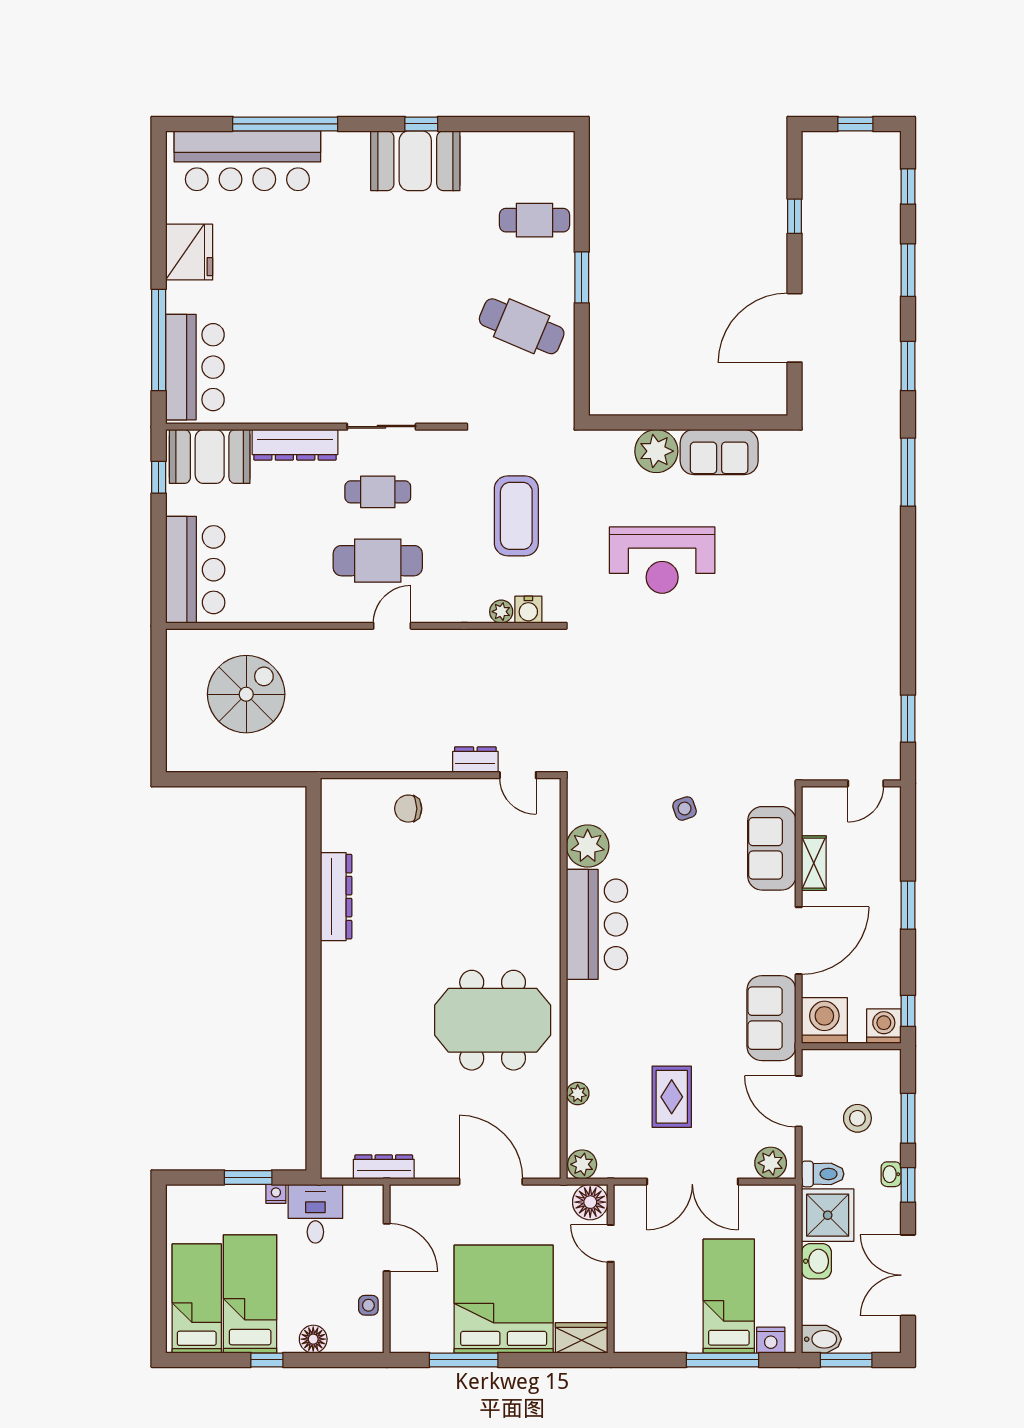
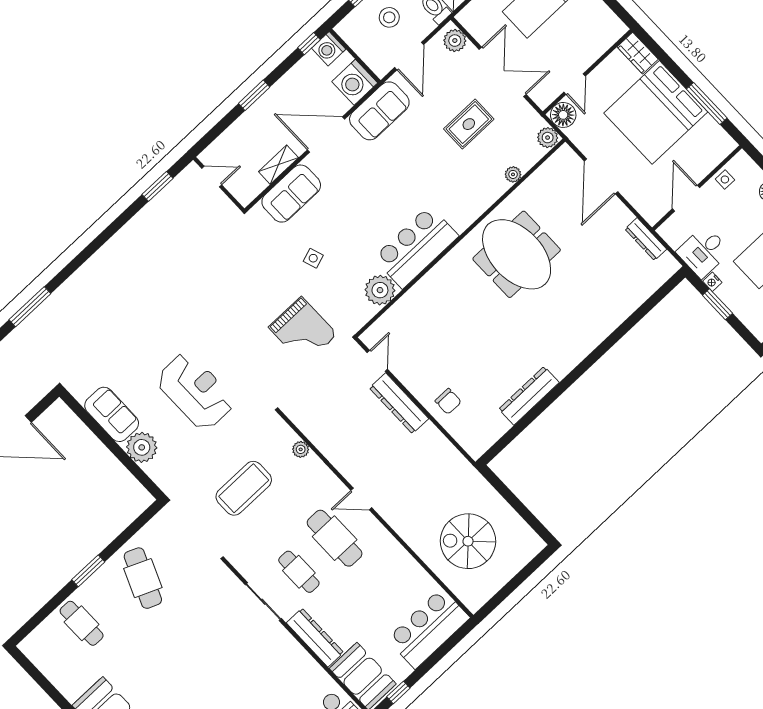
water cooler: (528, 610) -> (286, 436), removed
grand piano: (620, 728) -> (303, 331), added
dresser: (475, 760) -> (399, 403), width x1.96, depth x1.24

